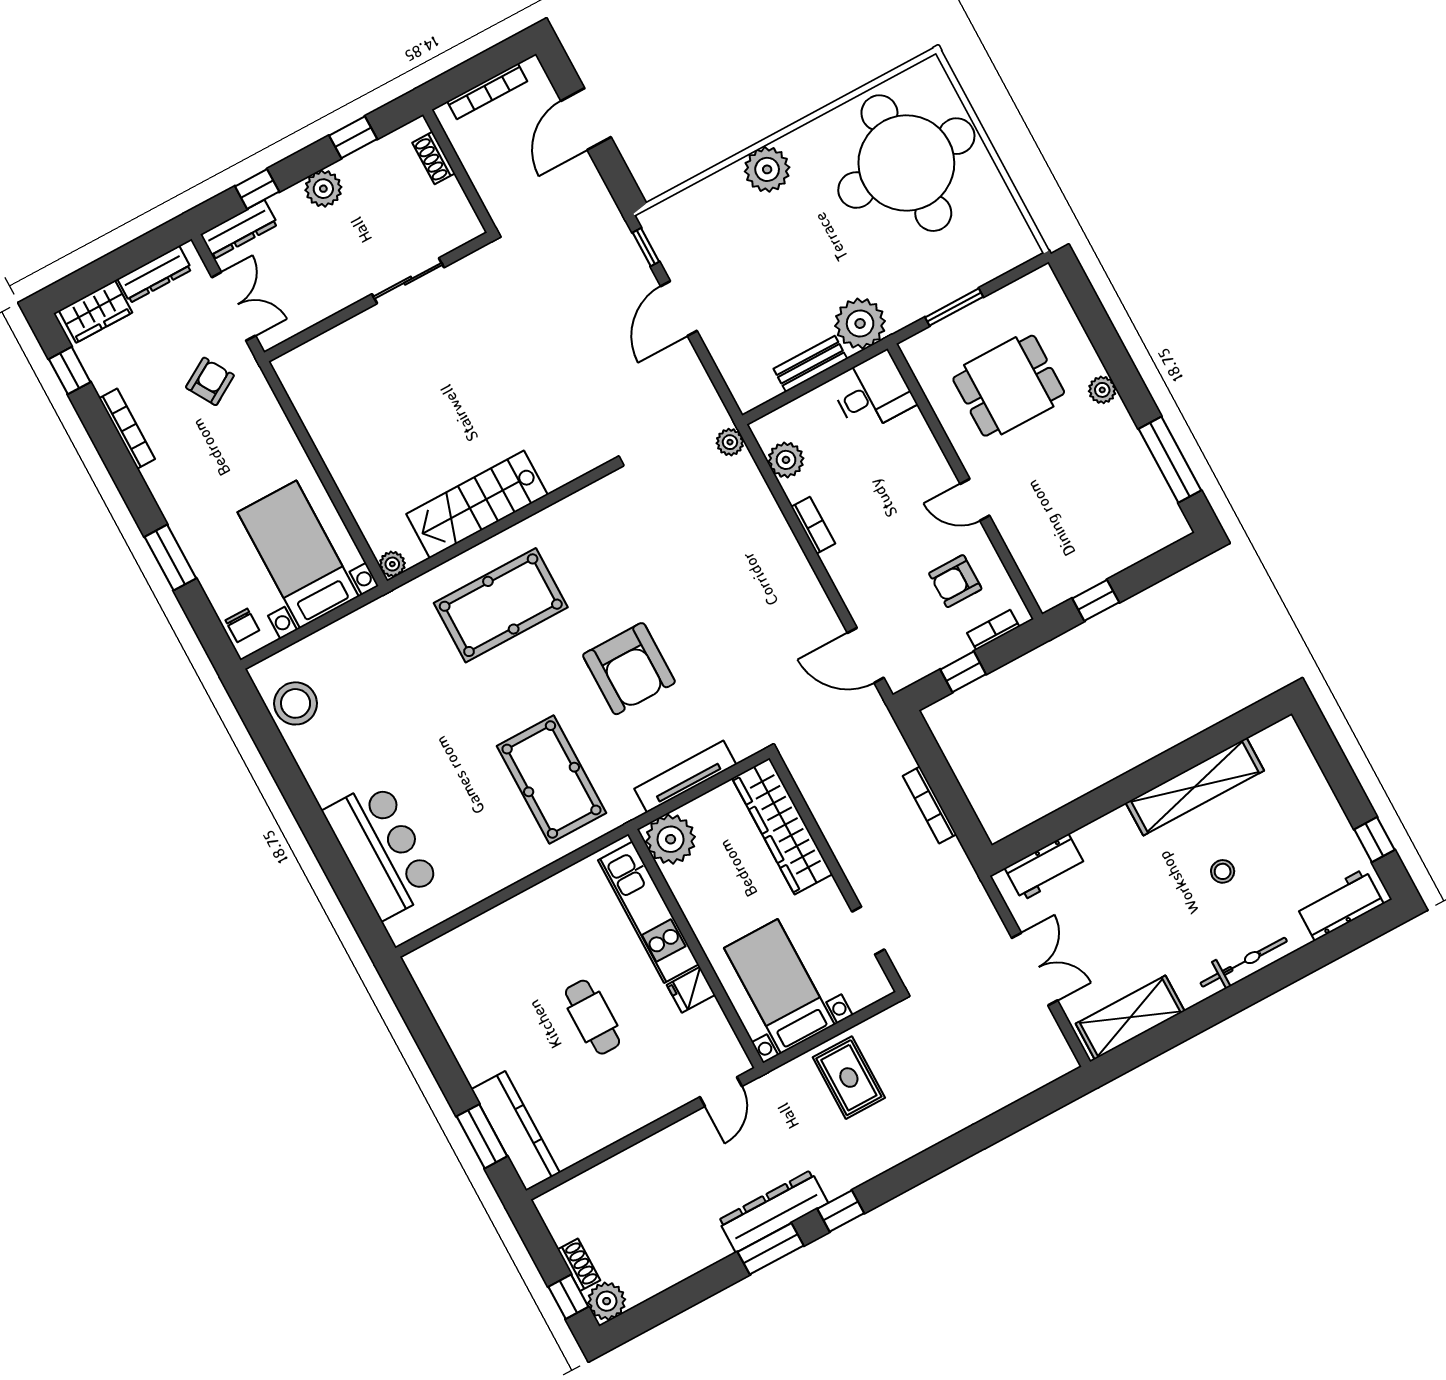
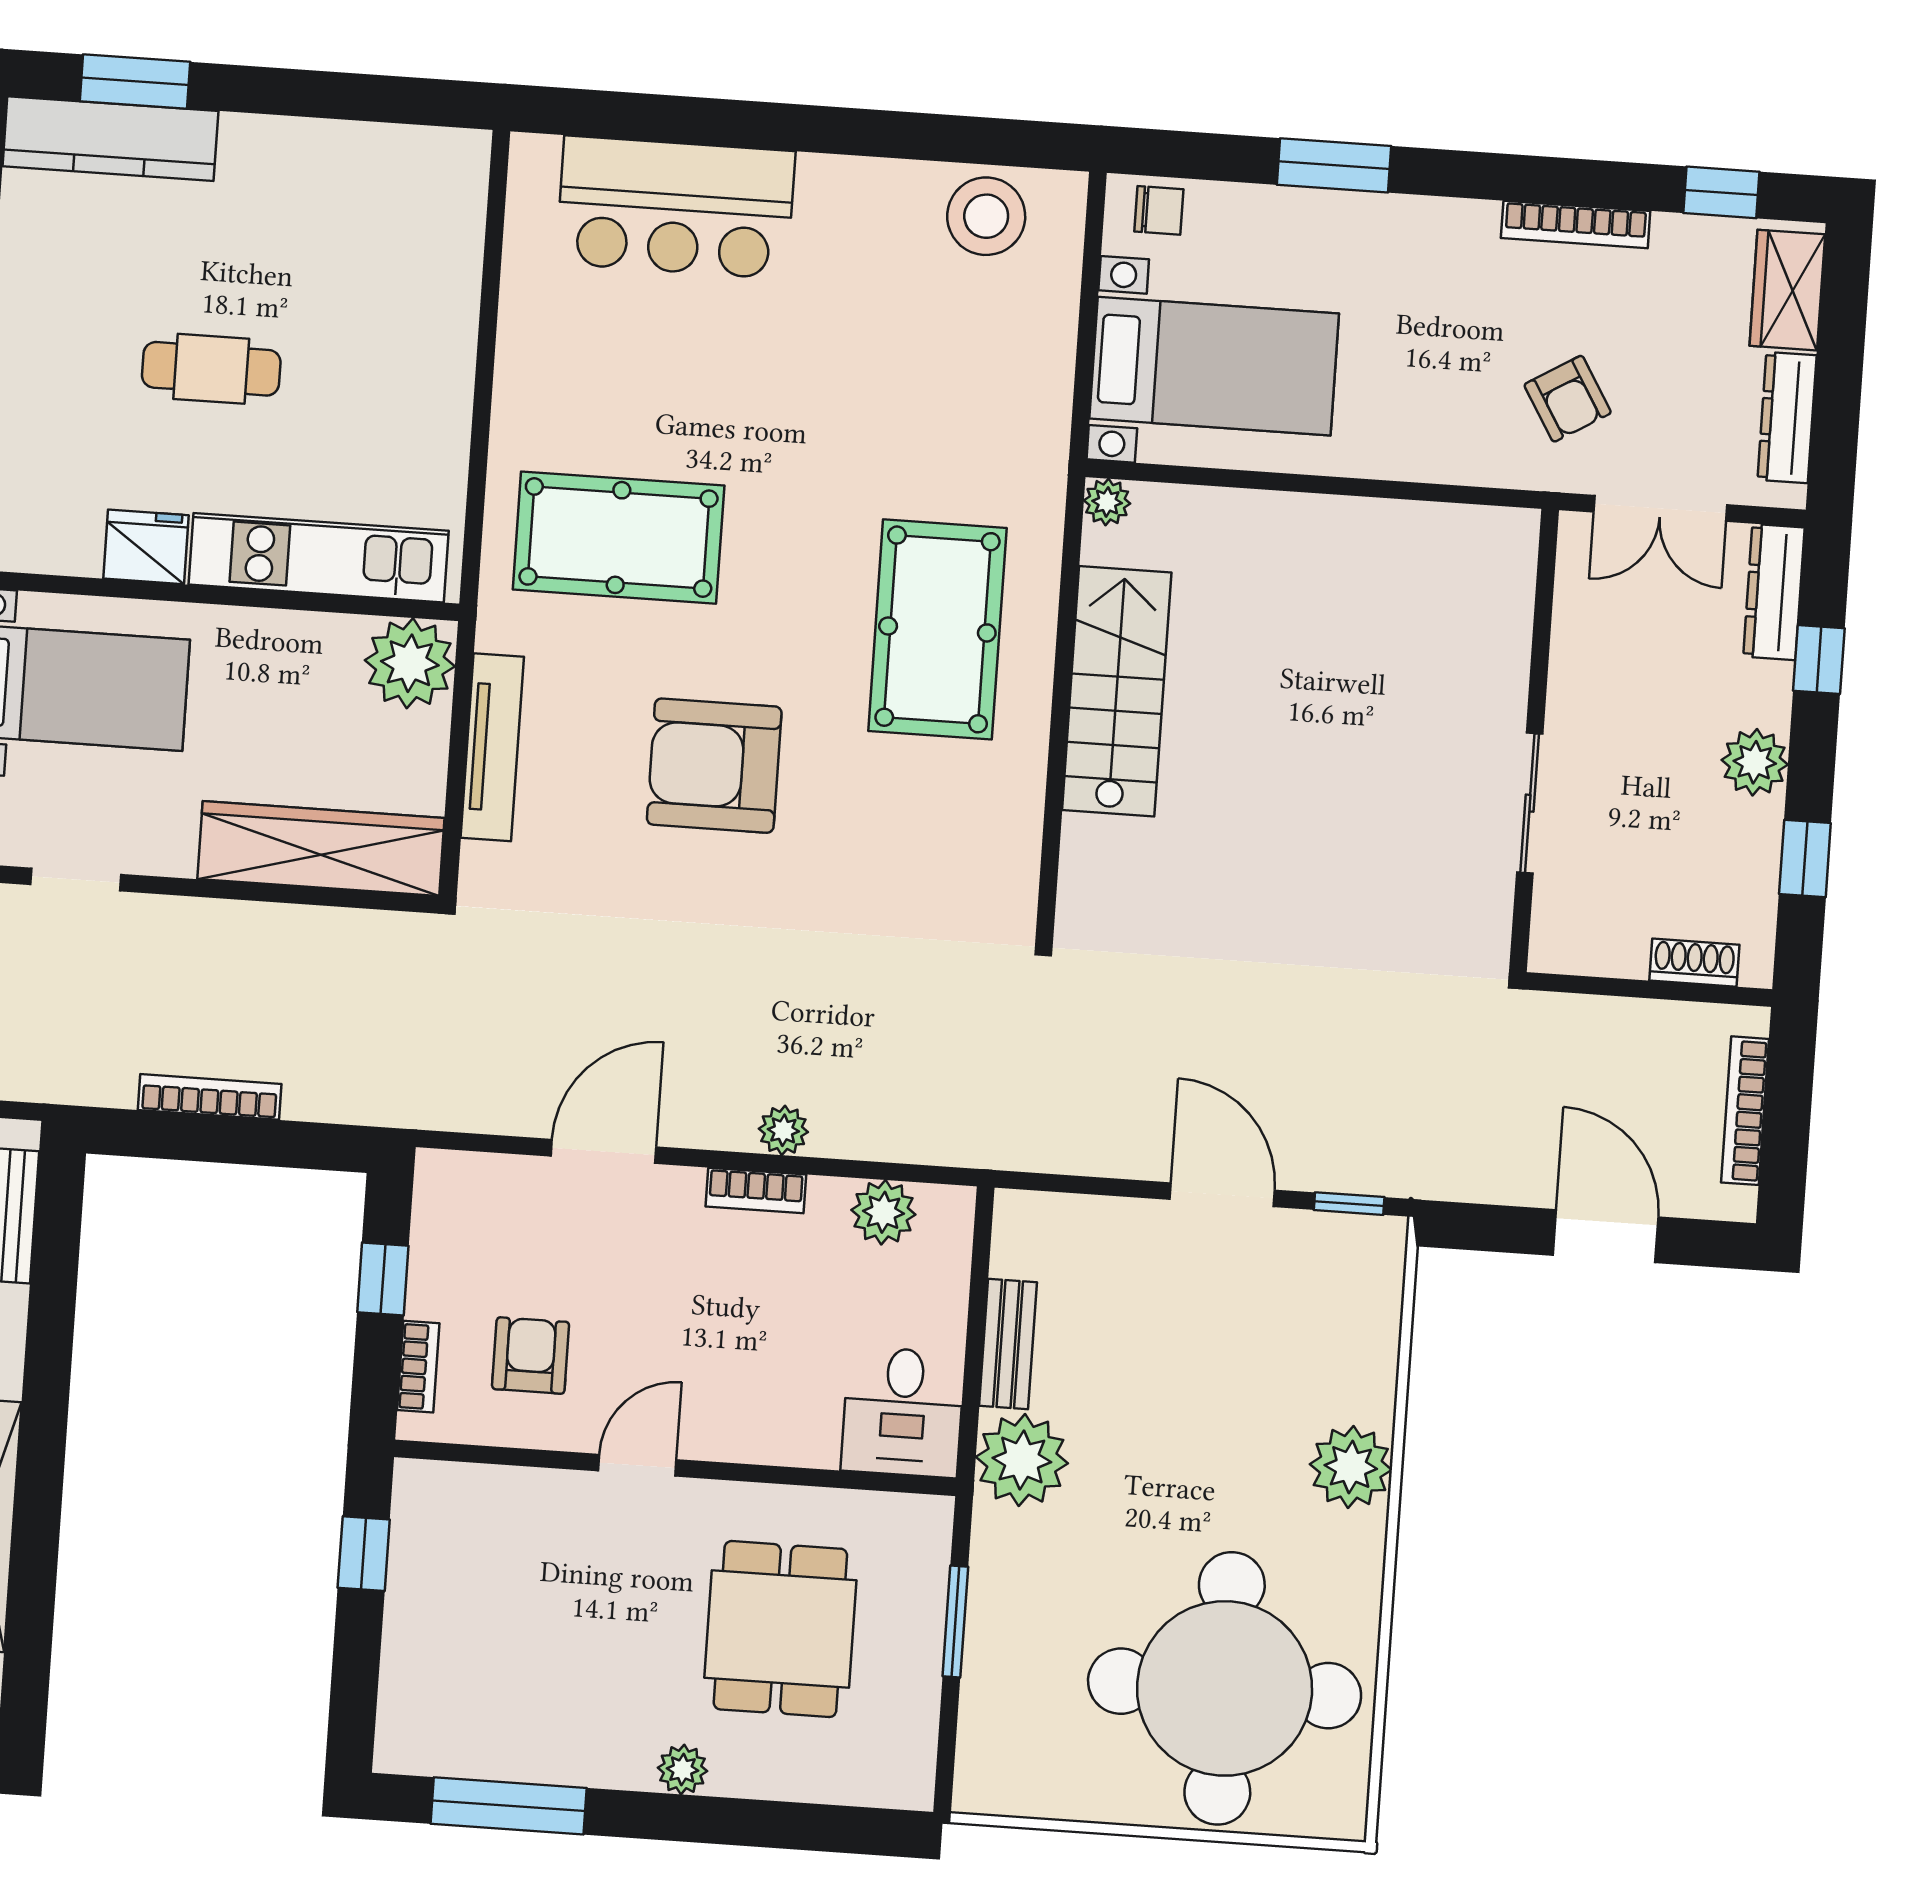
plant: (730, 442) -> (783, 1130), moved
chair: (242, 625) -> (1159, 210), turned 180
door: (866, 655) -> (604, 1151), moved
fridge: (691, 990) -> (146, 547), width x1.38

